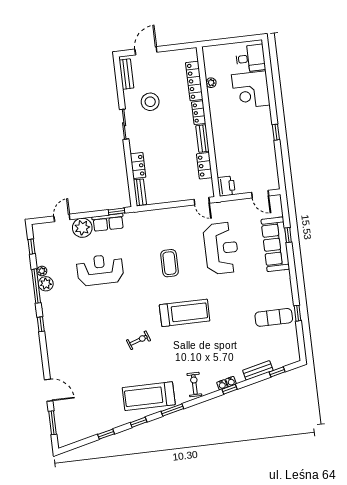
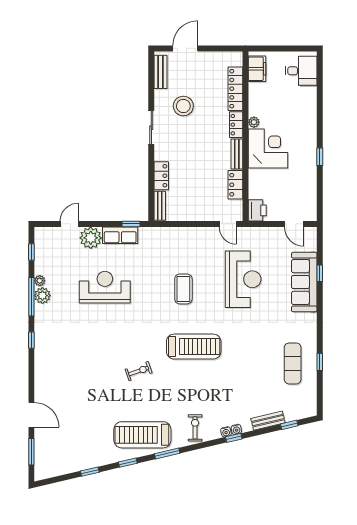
filing cabinet: (211, 61) -> (257, 69), added
plant: (211, 83) -> (254, 122), moved
corner desk: (251, 90) -> (268, 148), moved, turned 180
exercise mat: (274, 317) -> (293, 363), turned 90

